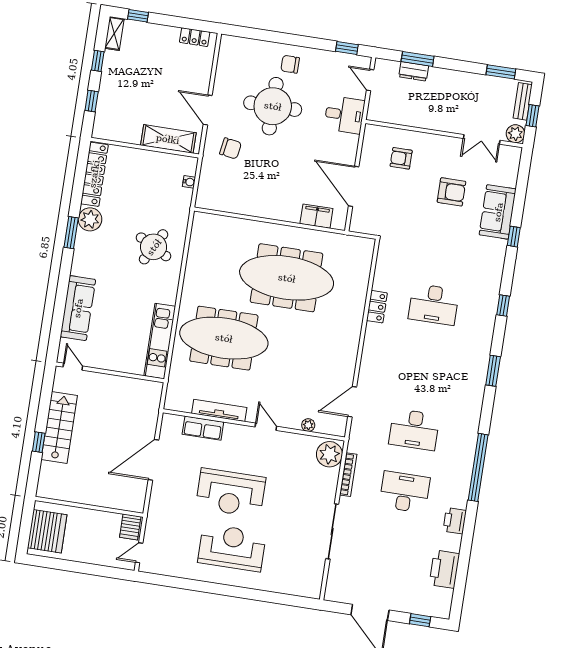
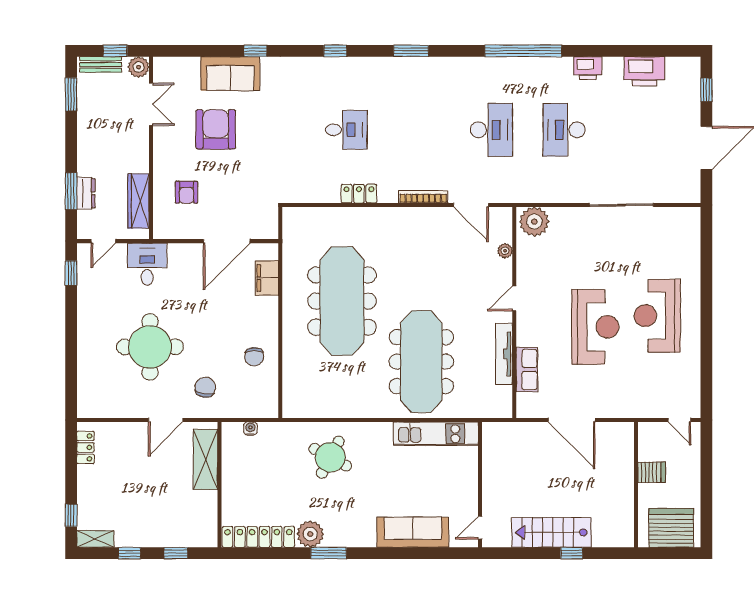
chair: (290, 64) -> (254, 357), moved
wardrobe: (400, 116) -> (139, 201), added
armchair: (451, 192) -> (216, 129), width x1.36, depth x1.36
desk: (434, 304) -> (346, 130), width x0.73
bookcase: (348, 475) -> (423, 197), moved
server rack: (130, 527) -> (652, 472), moved

